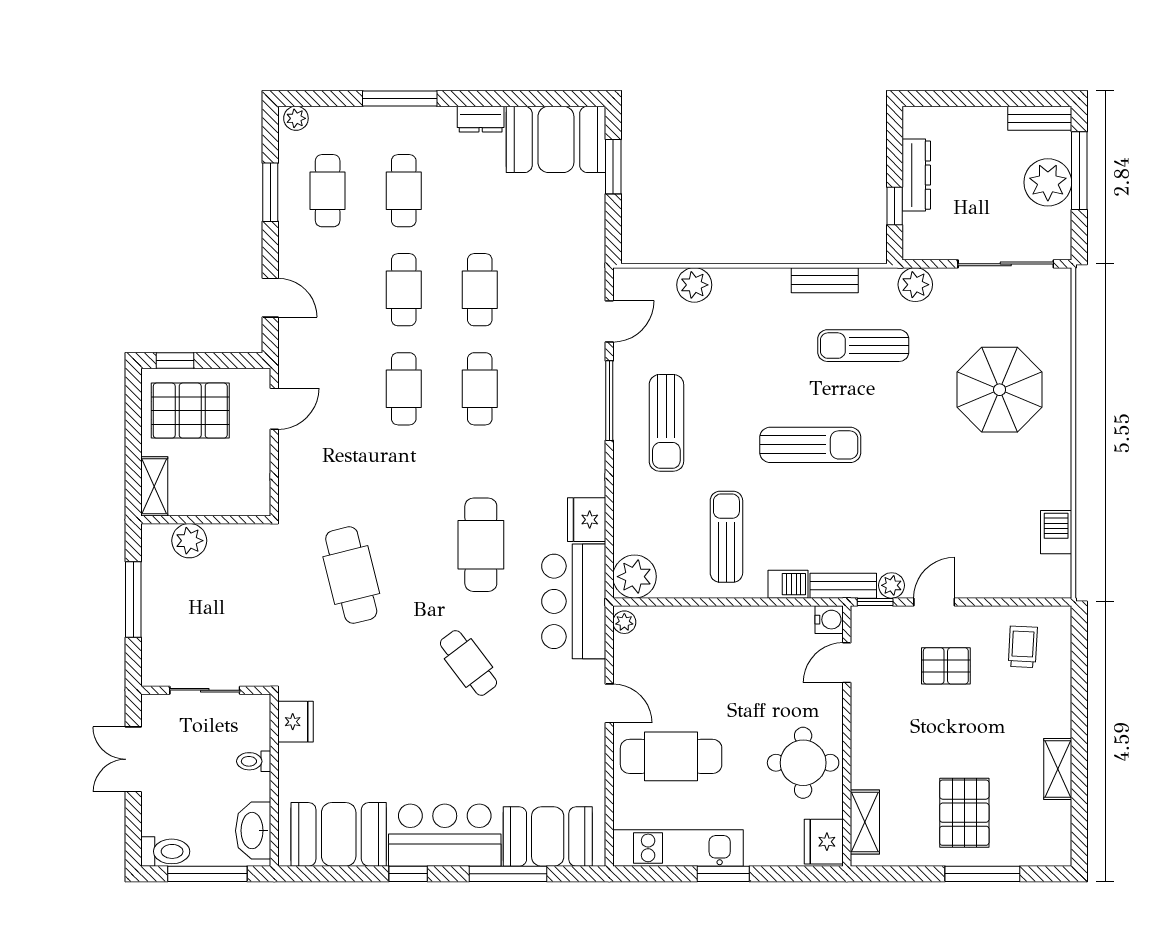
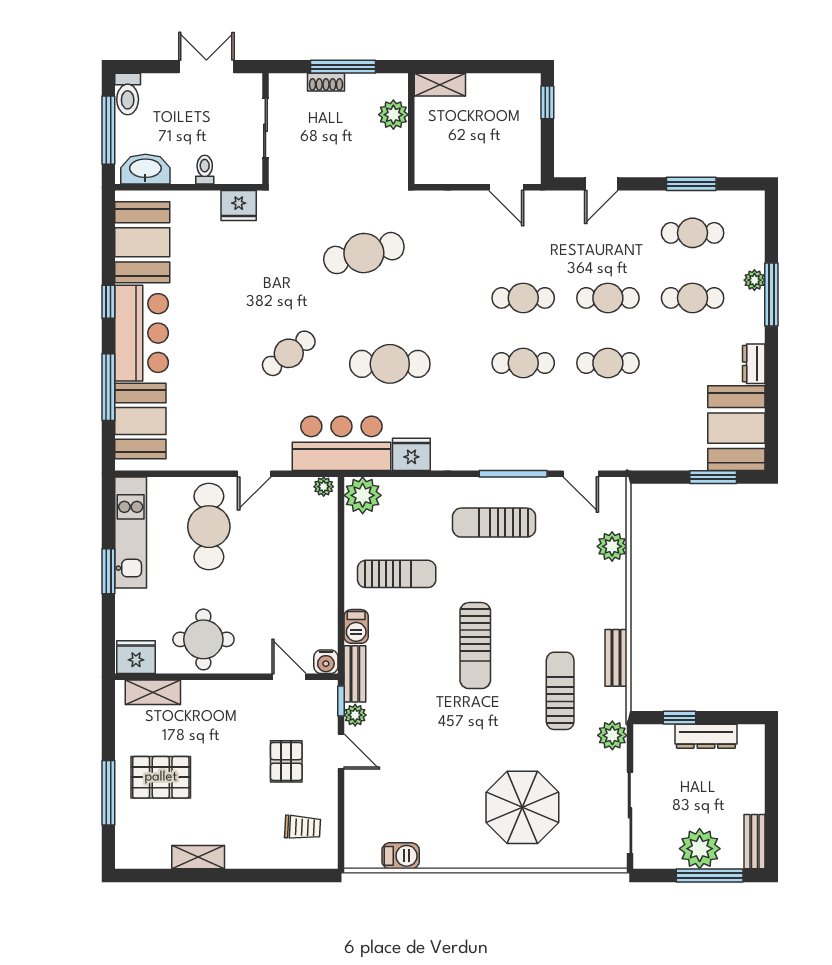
plant: (296, 118) -> (754, 280), moved
pallet: (190, 411) -> (505, 115), removed
shoe rack: (151, 619) -> (326, 82), added

